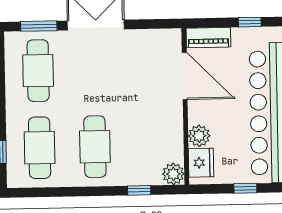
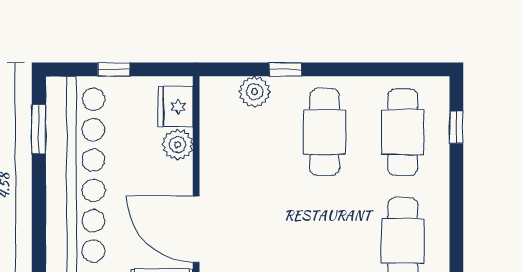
plant: (173, 174) -> (255, 92), moved
window: (139, 190) -> (285, 69), moved

